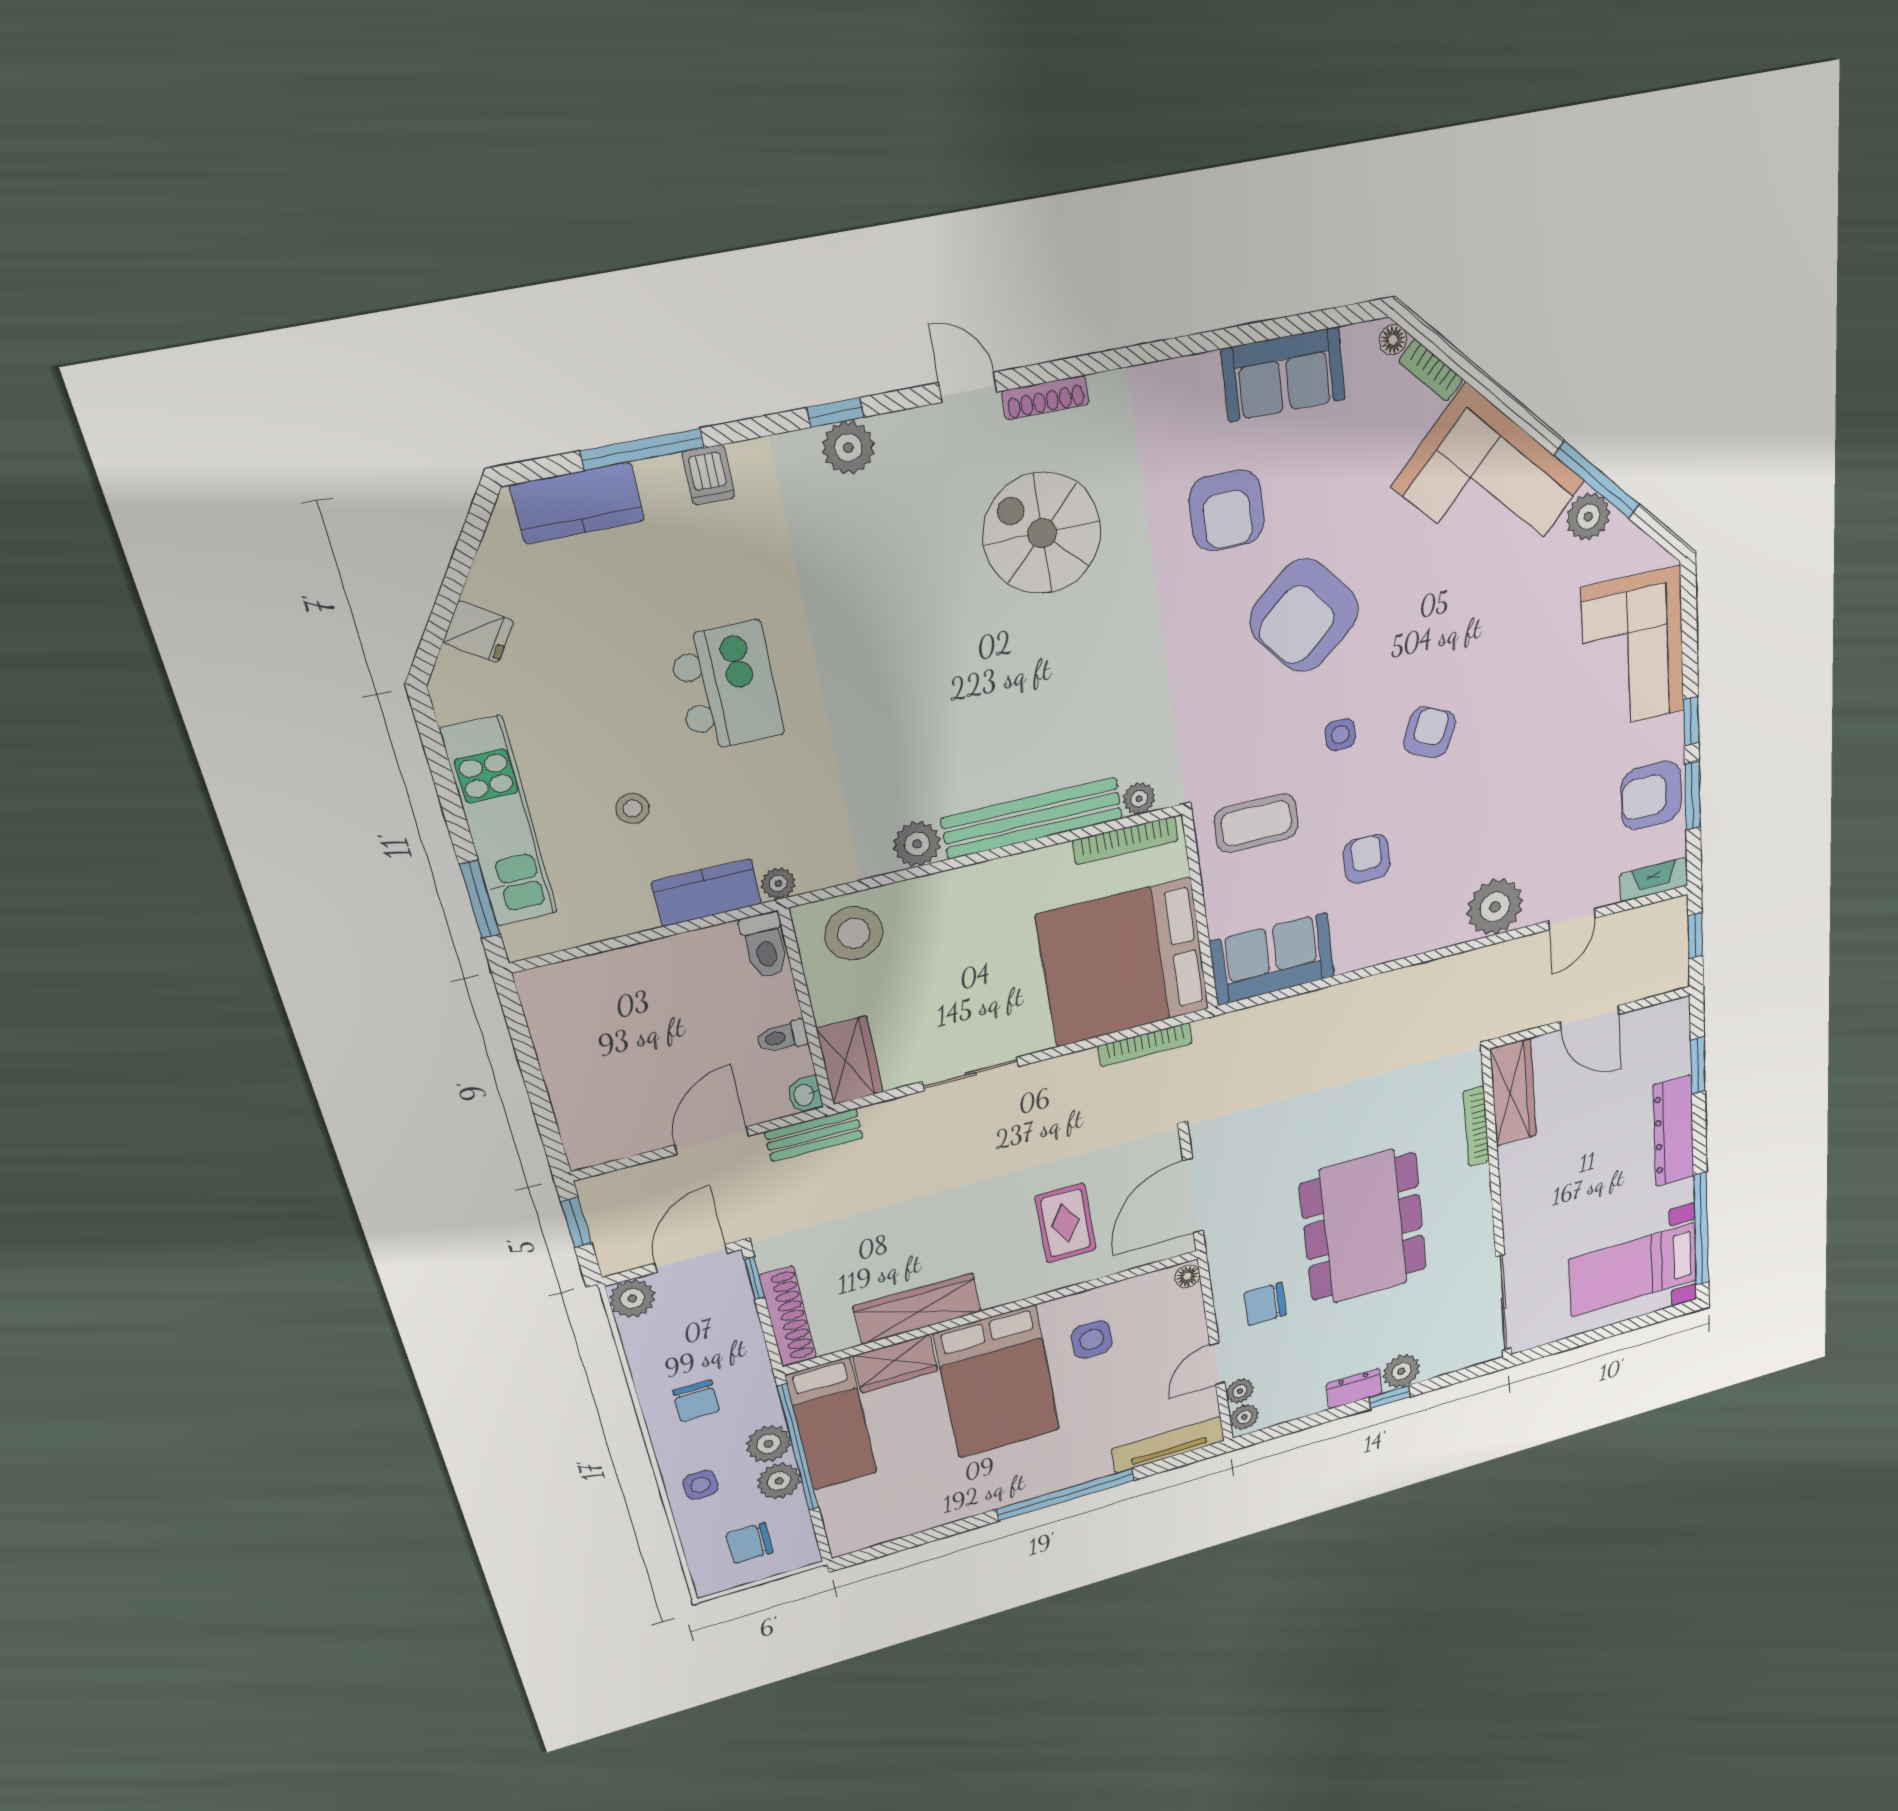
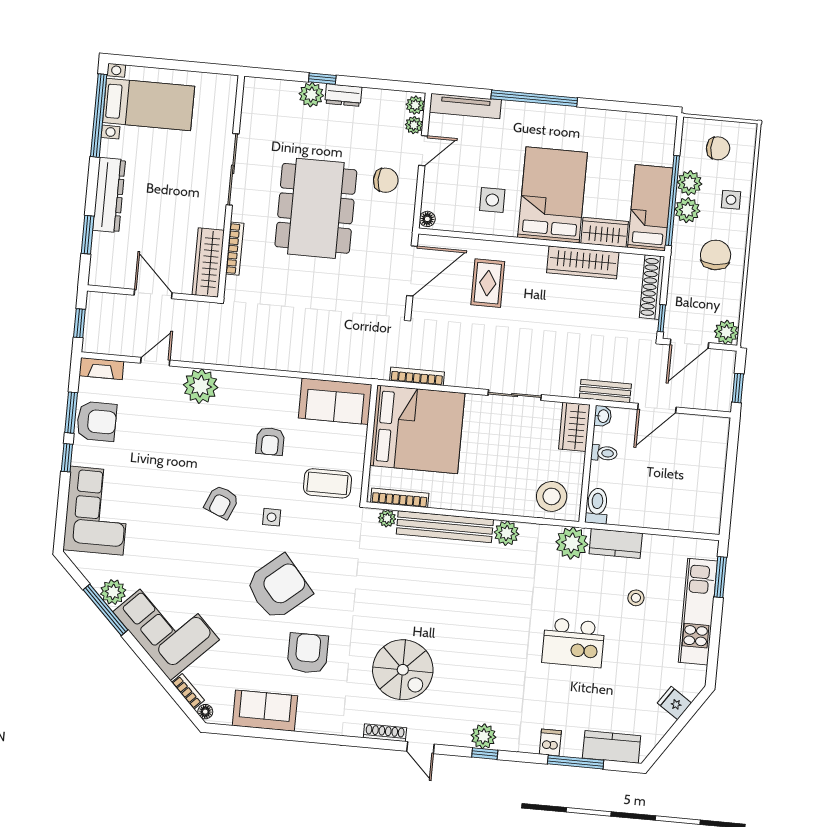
kitchen island: (727, 687) -> (573, 643), turned -90
plant: (778, 883) -> (572, 543), width x1.87, depth x1.87
sliding door: (1503, 1303) -> (233, 169), moved
chair: (696, 1401) -> (716, 255), width x1.37, depth x1.37

